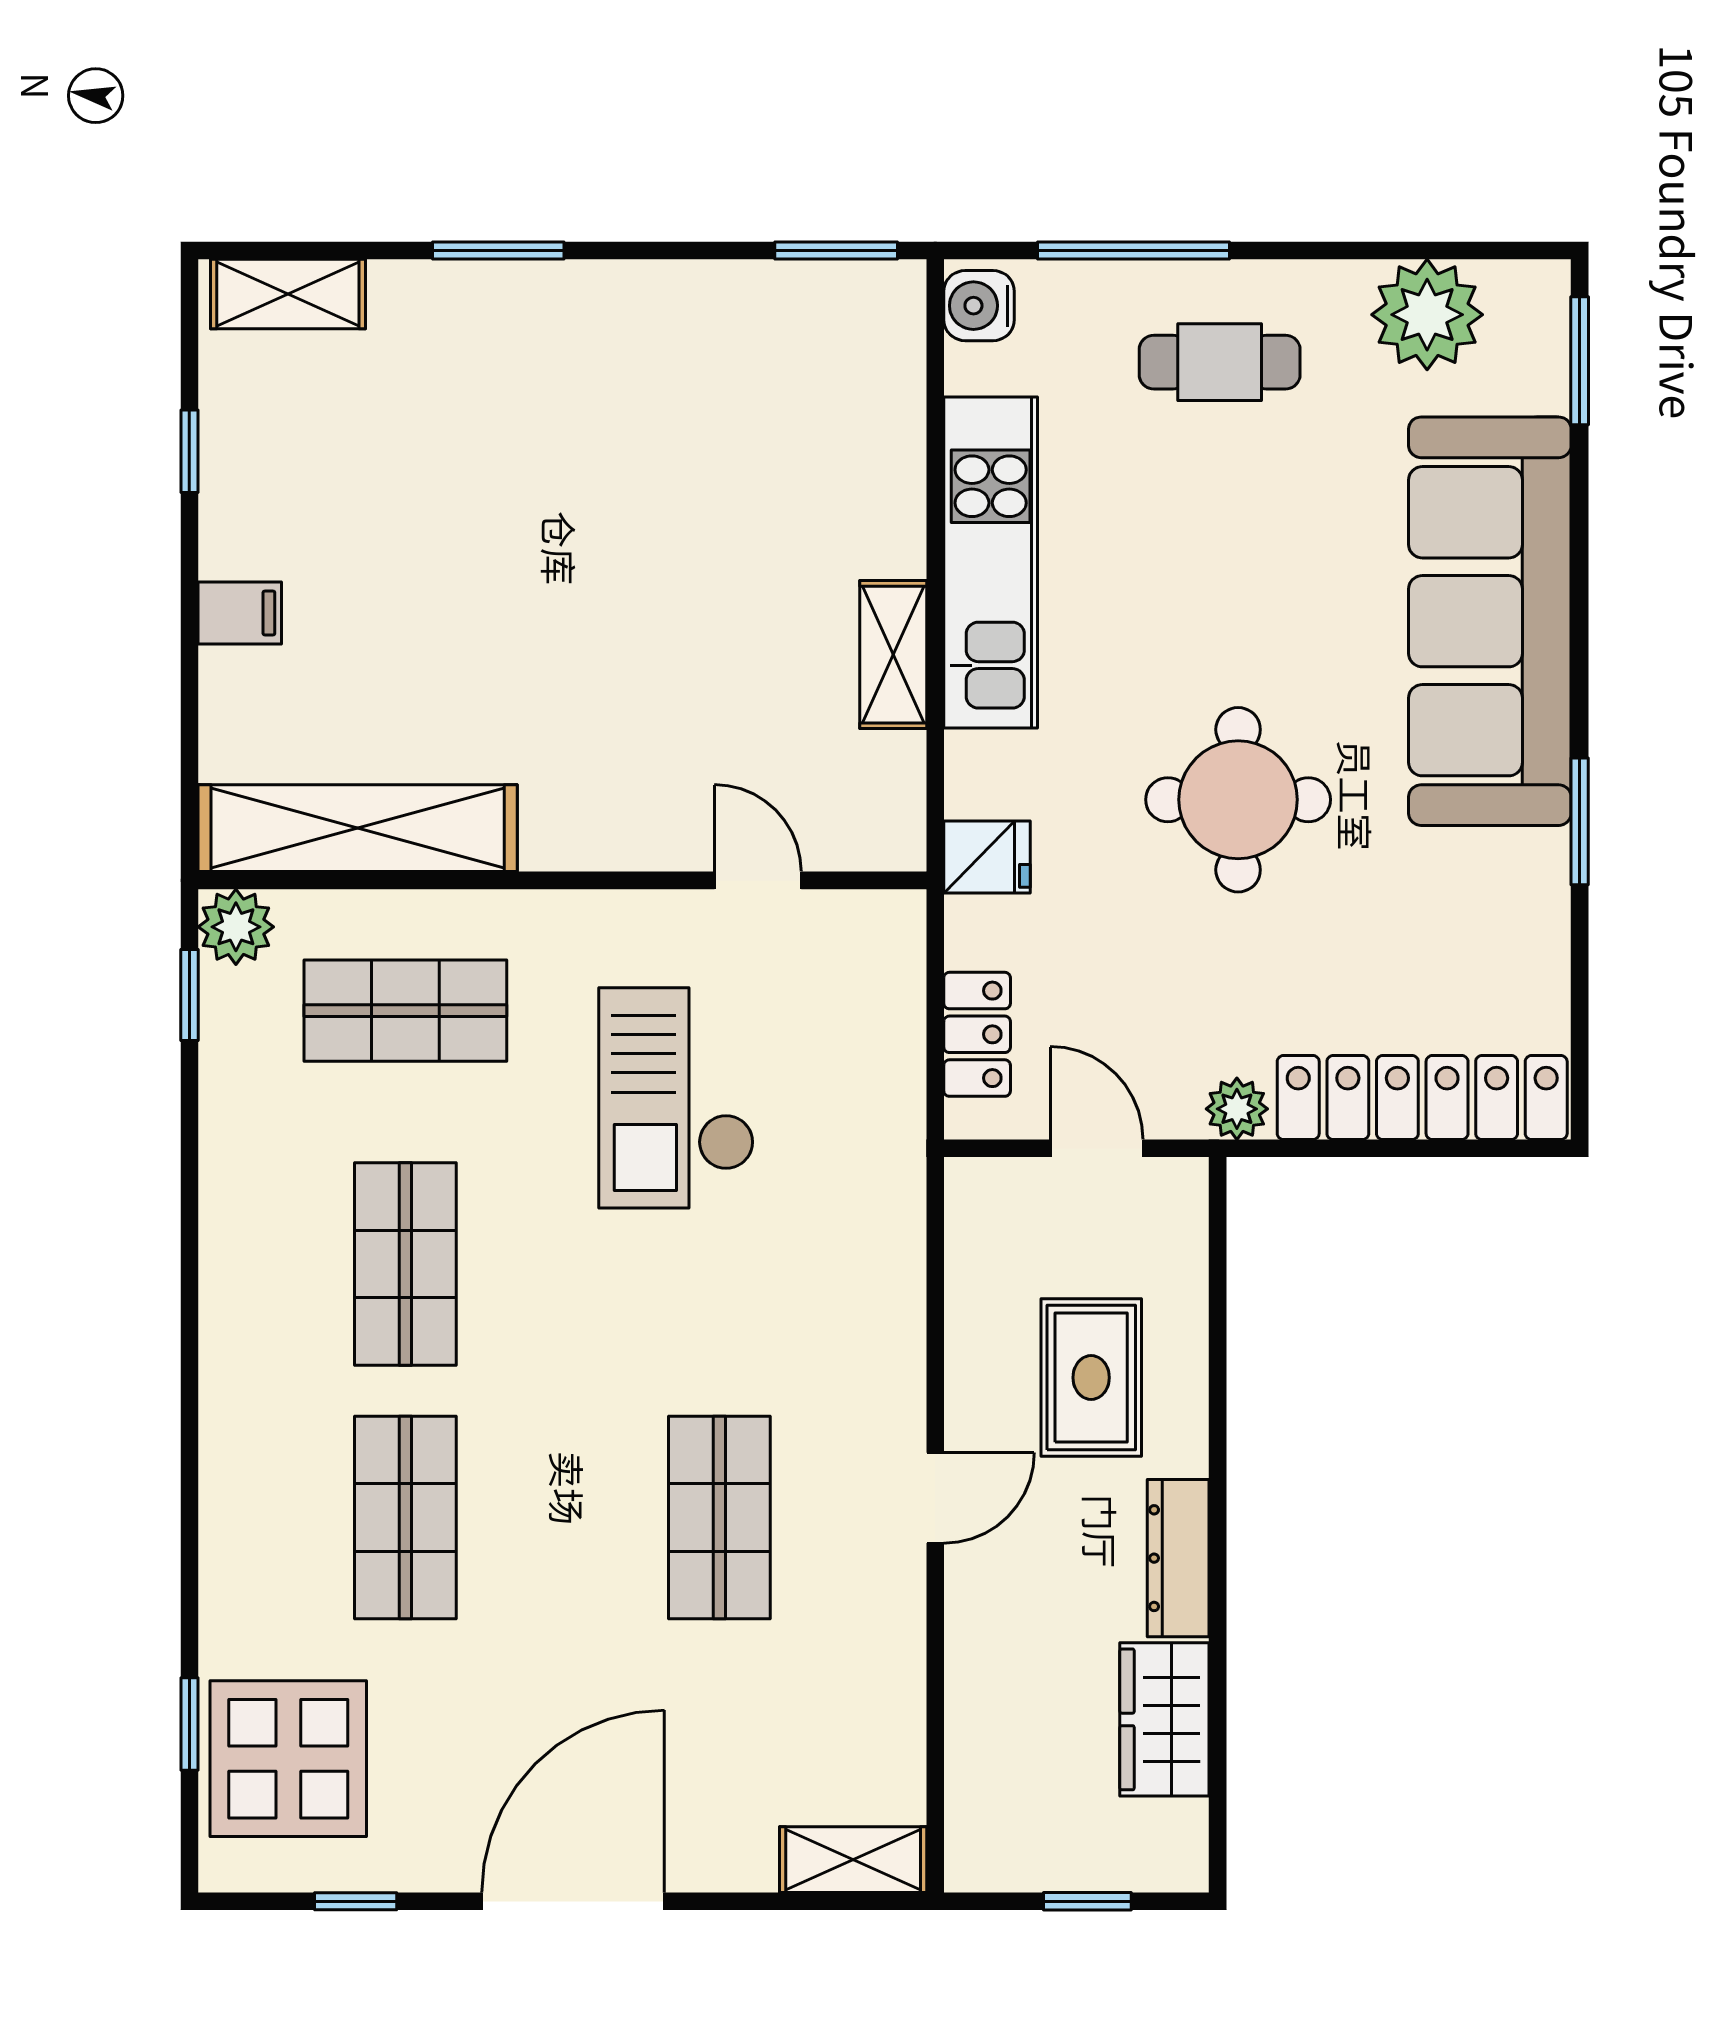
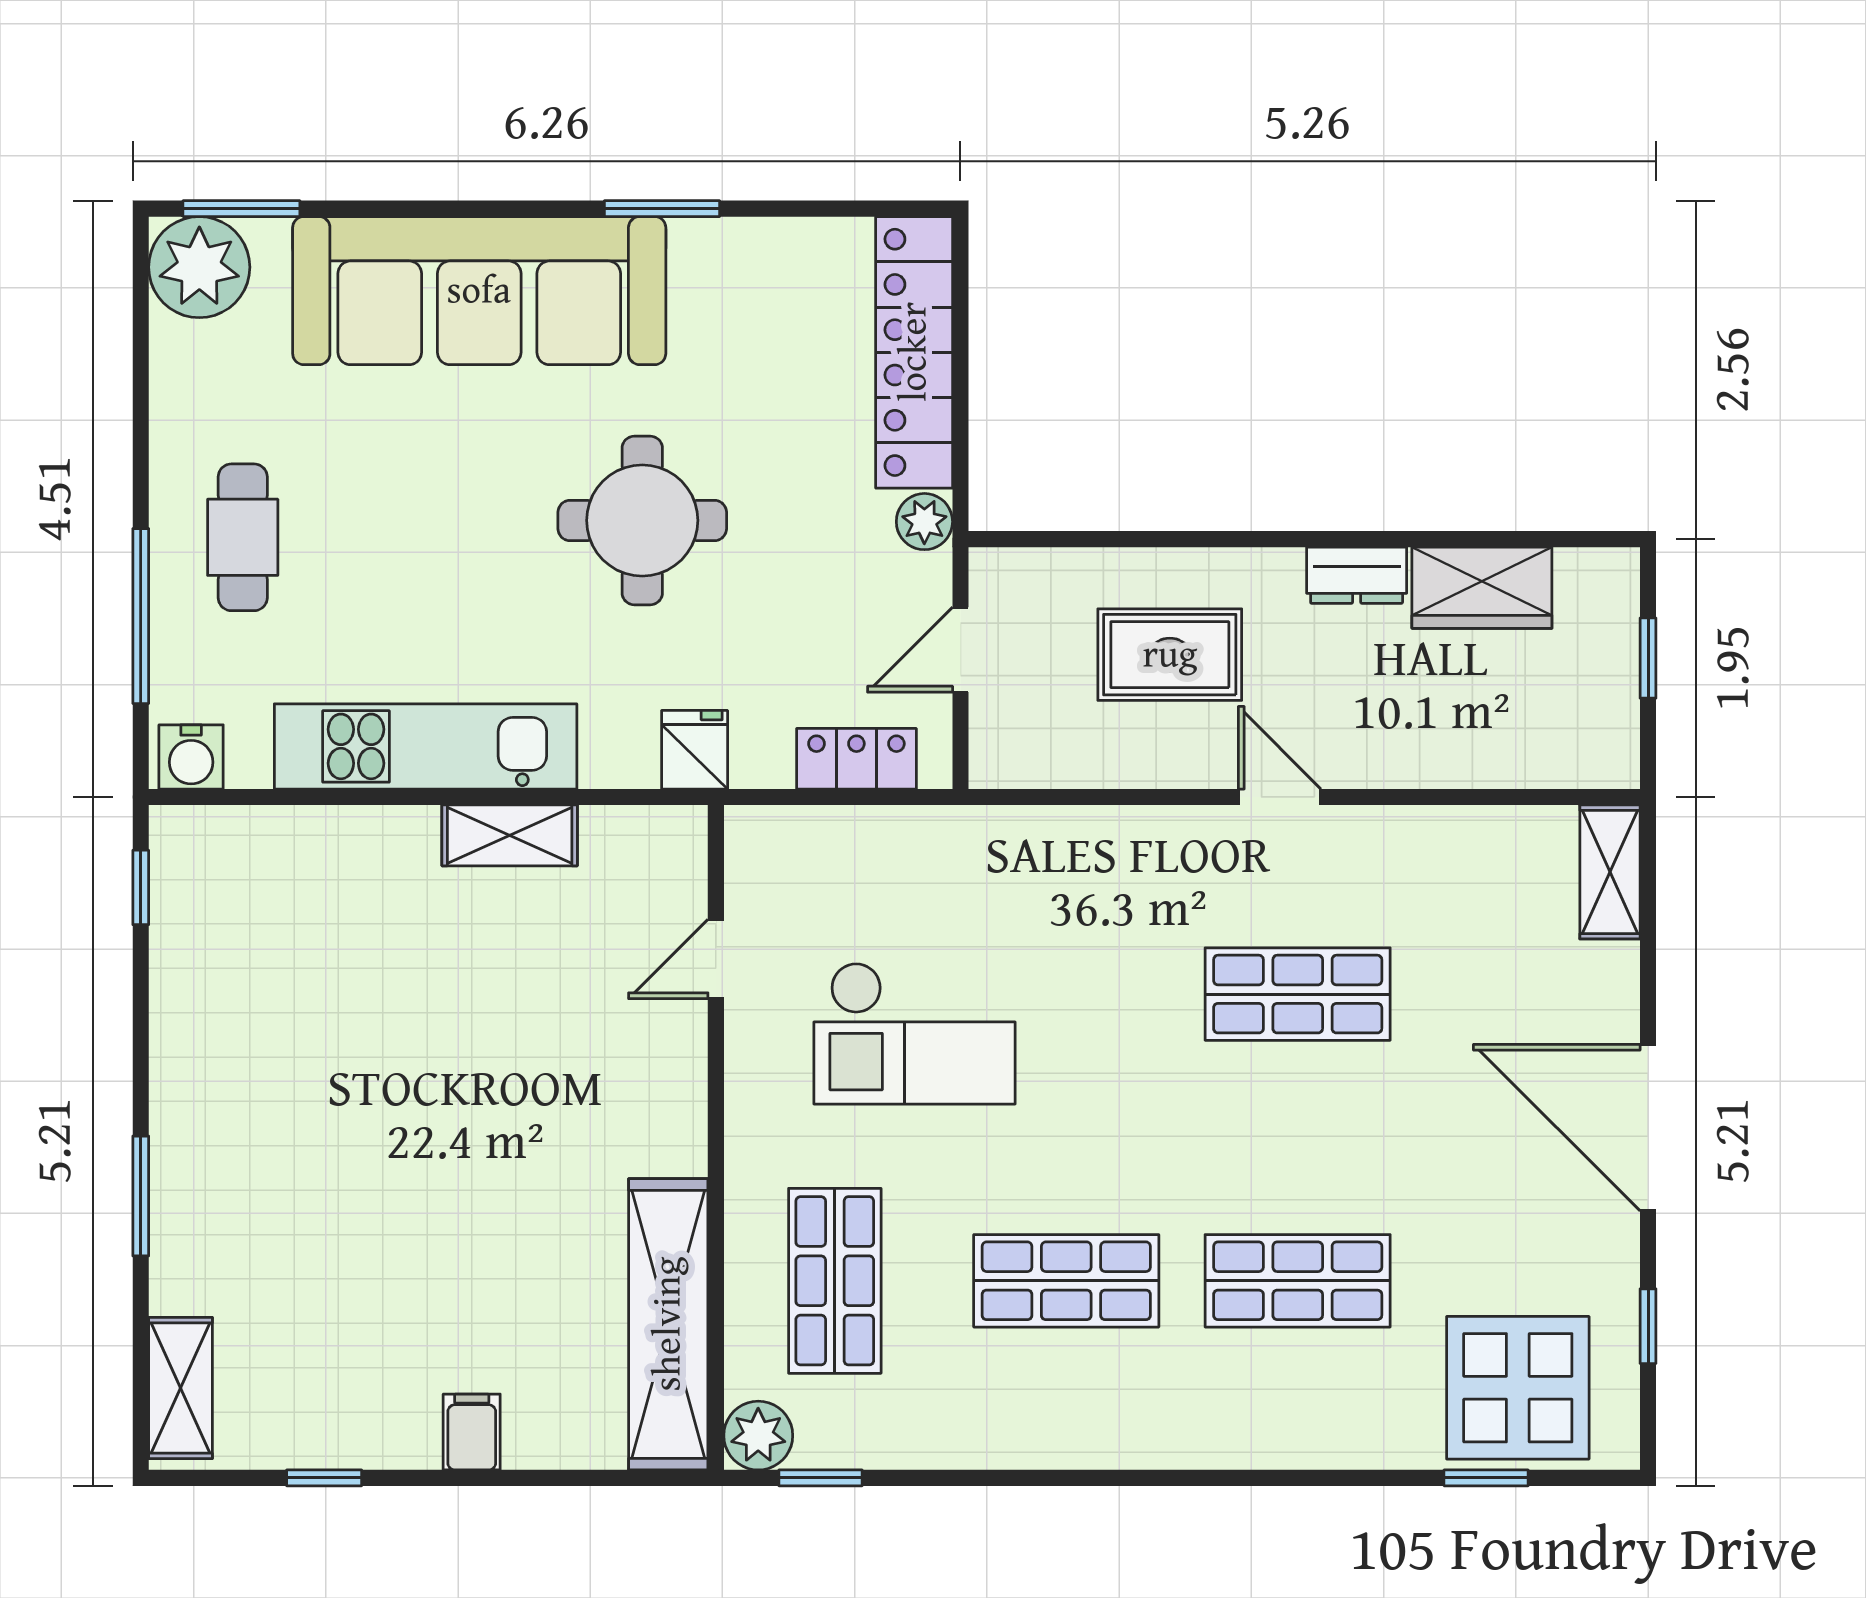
window: (836, 250) -> (141, 887), width x0.67
plant: (1427, 315) -> (199, 267), moved
dresser: (1178, 1558) -> (1357, 575), width x0.70

